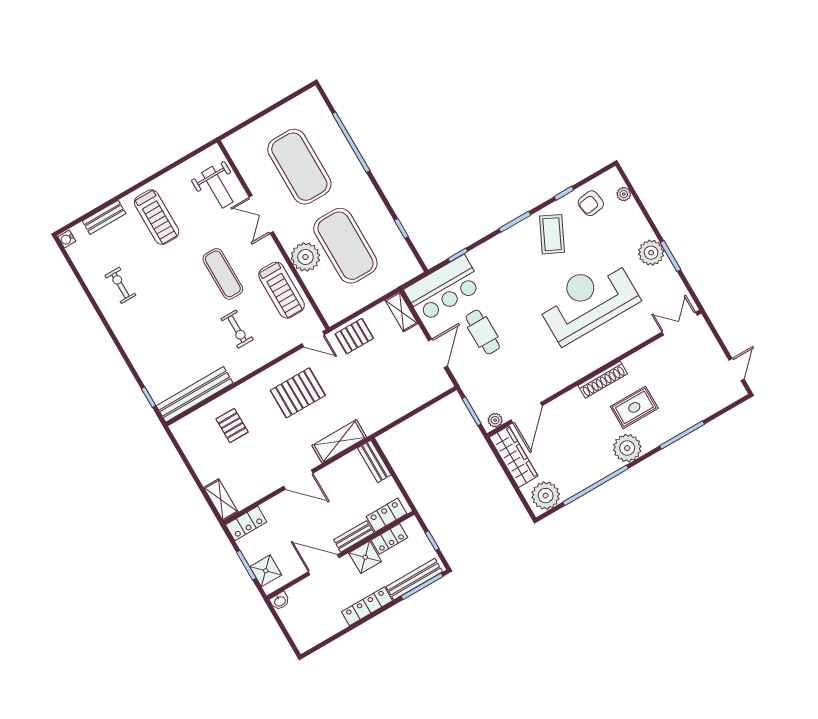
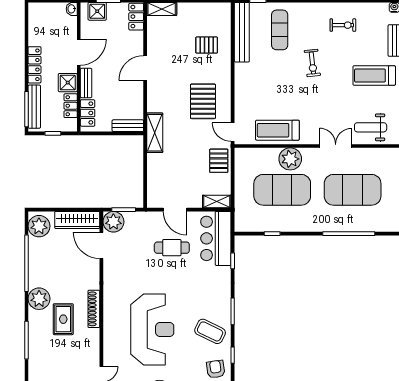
exercise mat: (223, 274) -> (280, 30), moved, turned 90
exercise bike: (237, 329) -> (312, 63), moved, turned -96
door: (313, 339) -> (233, 132), hinge flipped
plant: (495, 420) -> (113, 222), width x1.88, depth x1.88
shelving: (339, 441) -> (155, 133), moved

